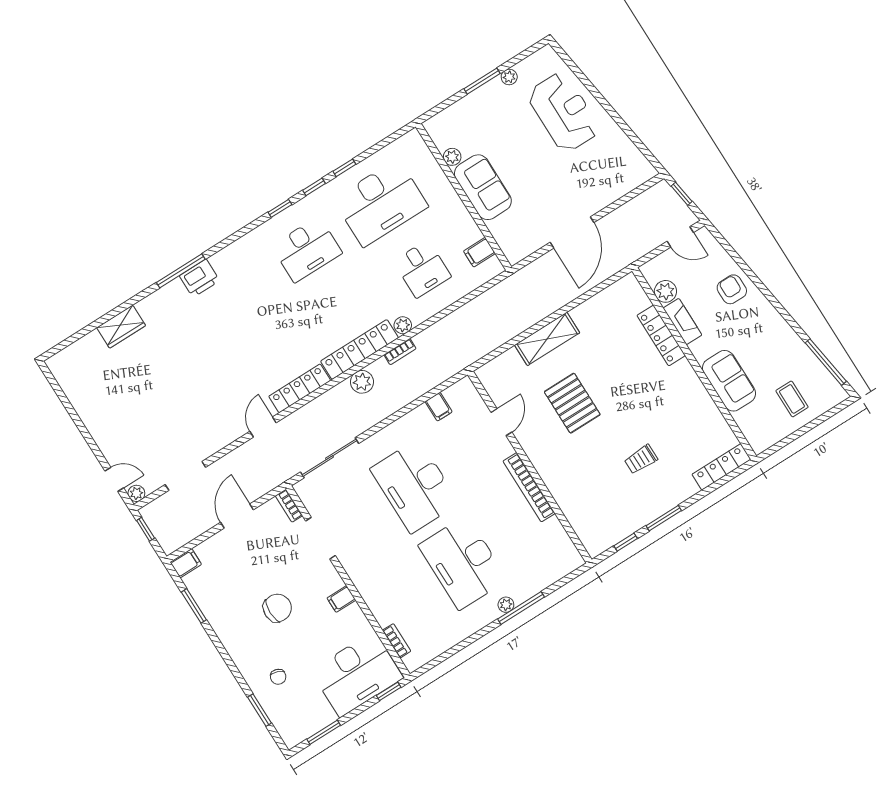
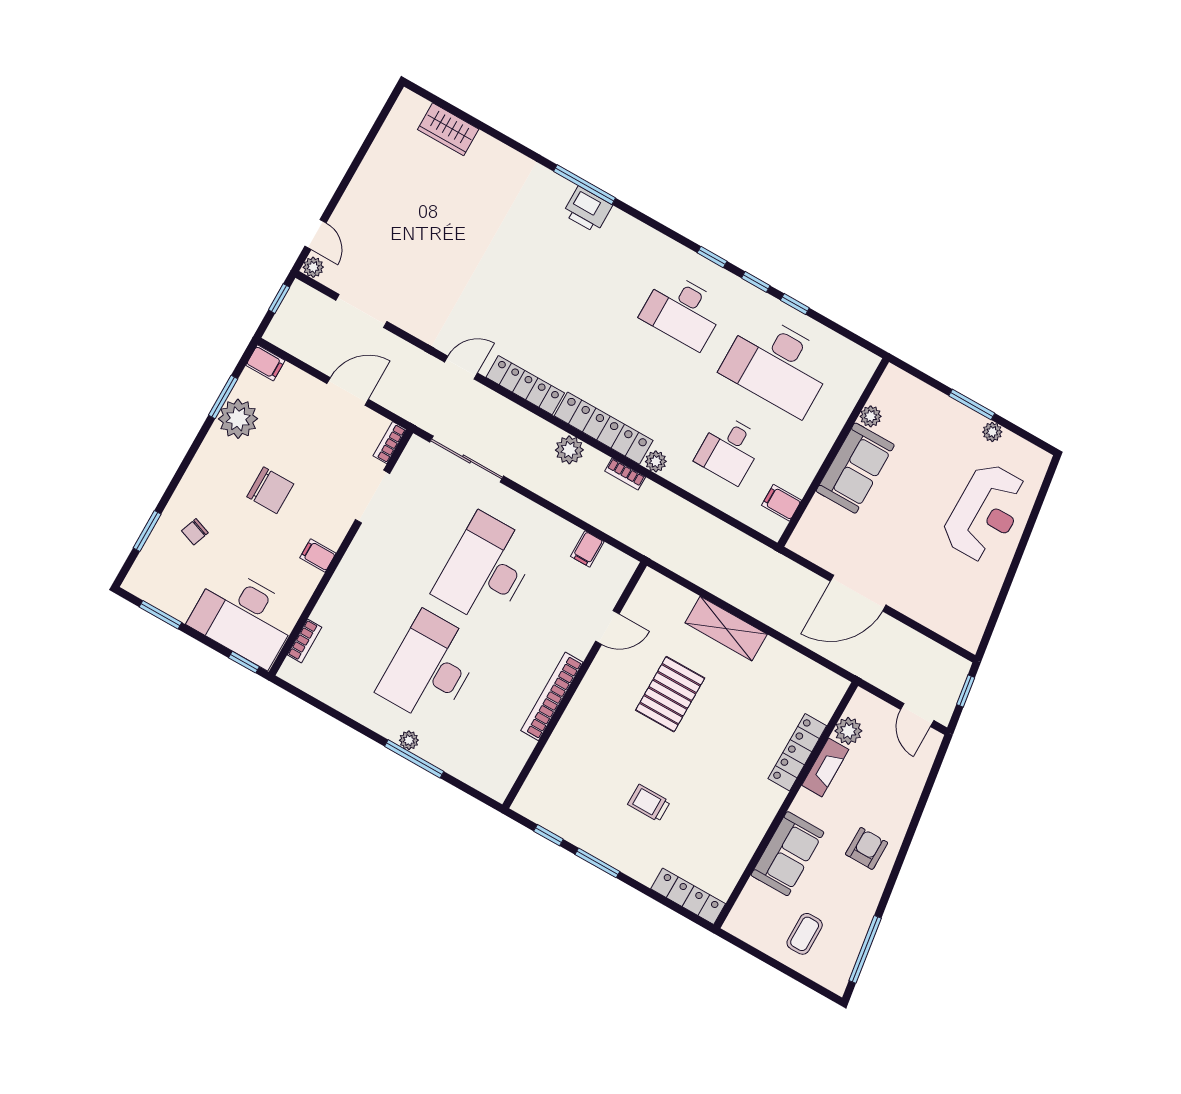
armchair: (732, 289) -> (867, 848), moved
wardrobe: (121, 327) -> (448, 129), moved
plant: (215, 604) -> (238, 419), added

